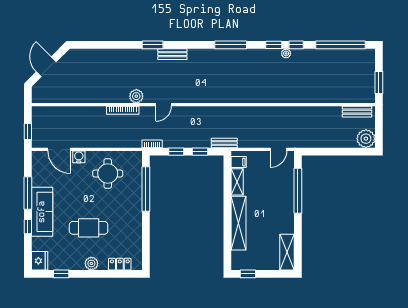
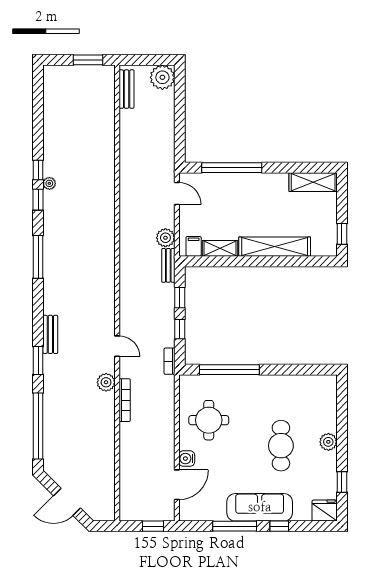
window: (340, 45) -> (38, 426), moved
plant: (245, 141) -> (165, 238), added
locker: (120, 264) -> (329, 404), removed

